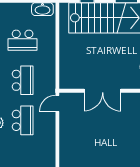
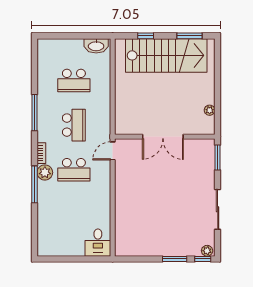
school desk: (23, 120) -> (74, 170), turned 90

